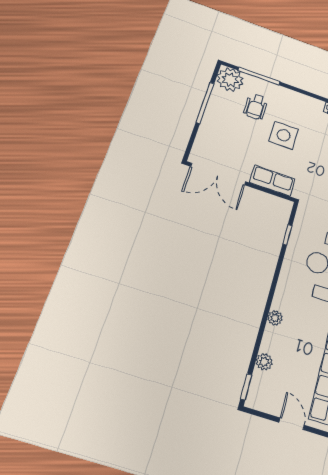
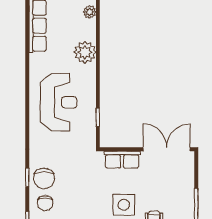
plant: (275, 318) -> (85, 52), width x1.87, depth x1.87

